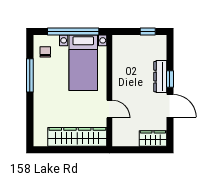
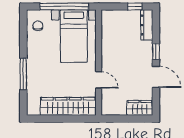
window: (30, 75) -> (23, 74), moved
dresser: (160, 77) -> (147, 25), moved

